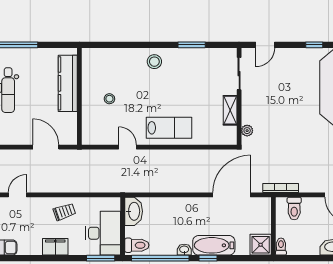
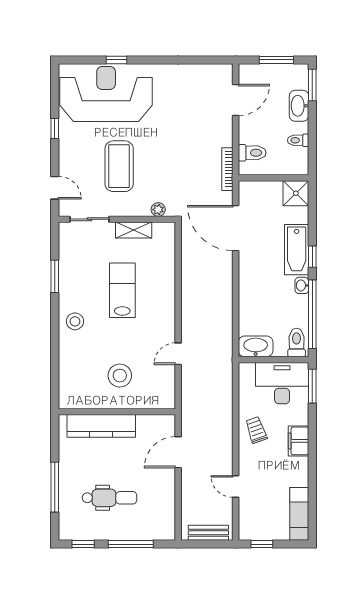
coffee table: (283, 98) -> (119, 166), added
stool: (109, 99) -> (120, 376), width x1.89, depth x1.89
lab bench: (169, 128) -> (122, 290), moved
toilet: (281, 247) -> (298, 140), moved

